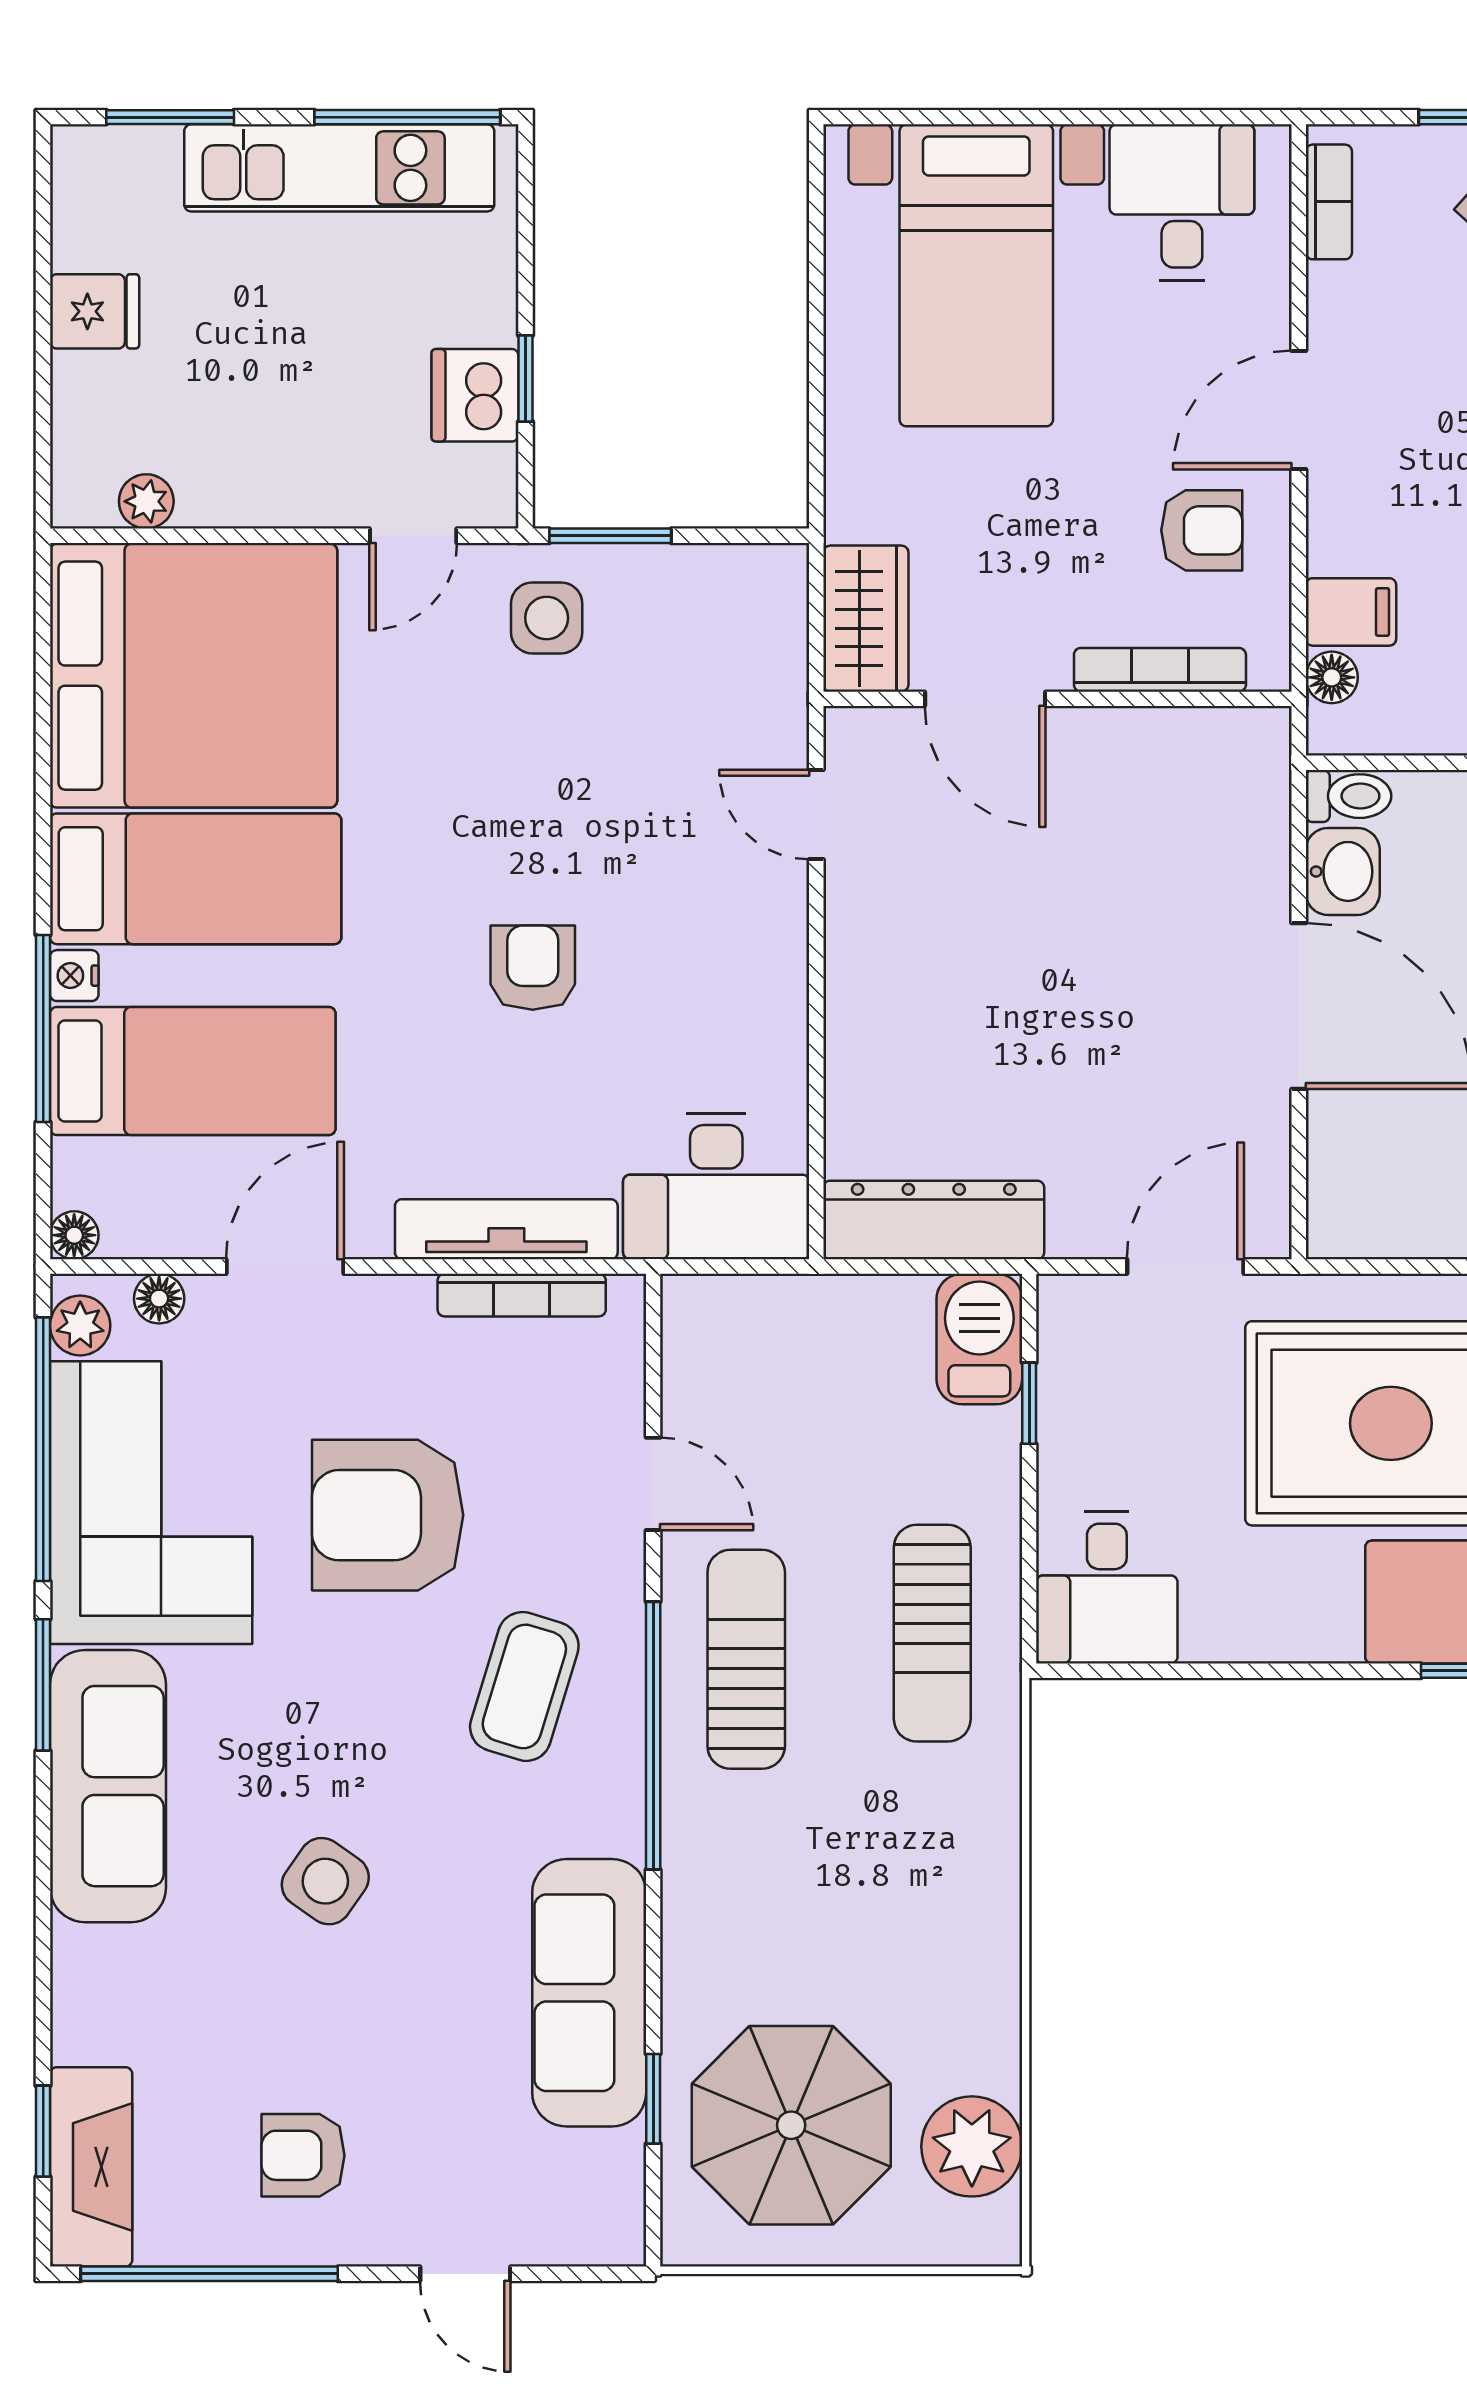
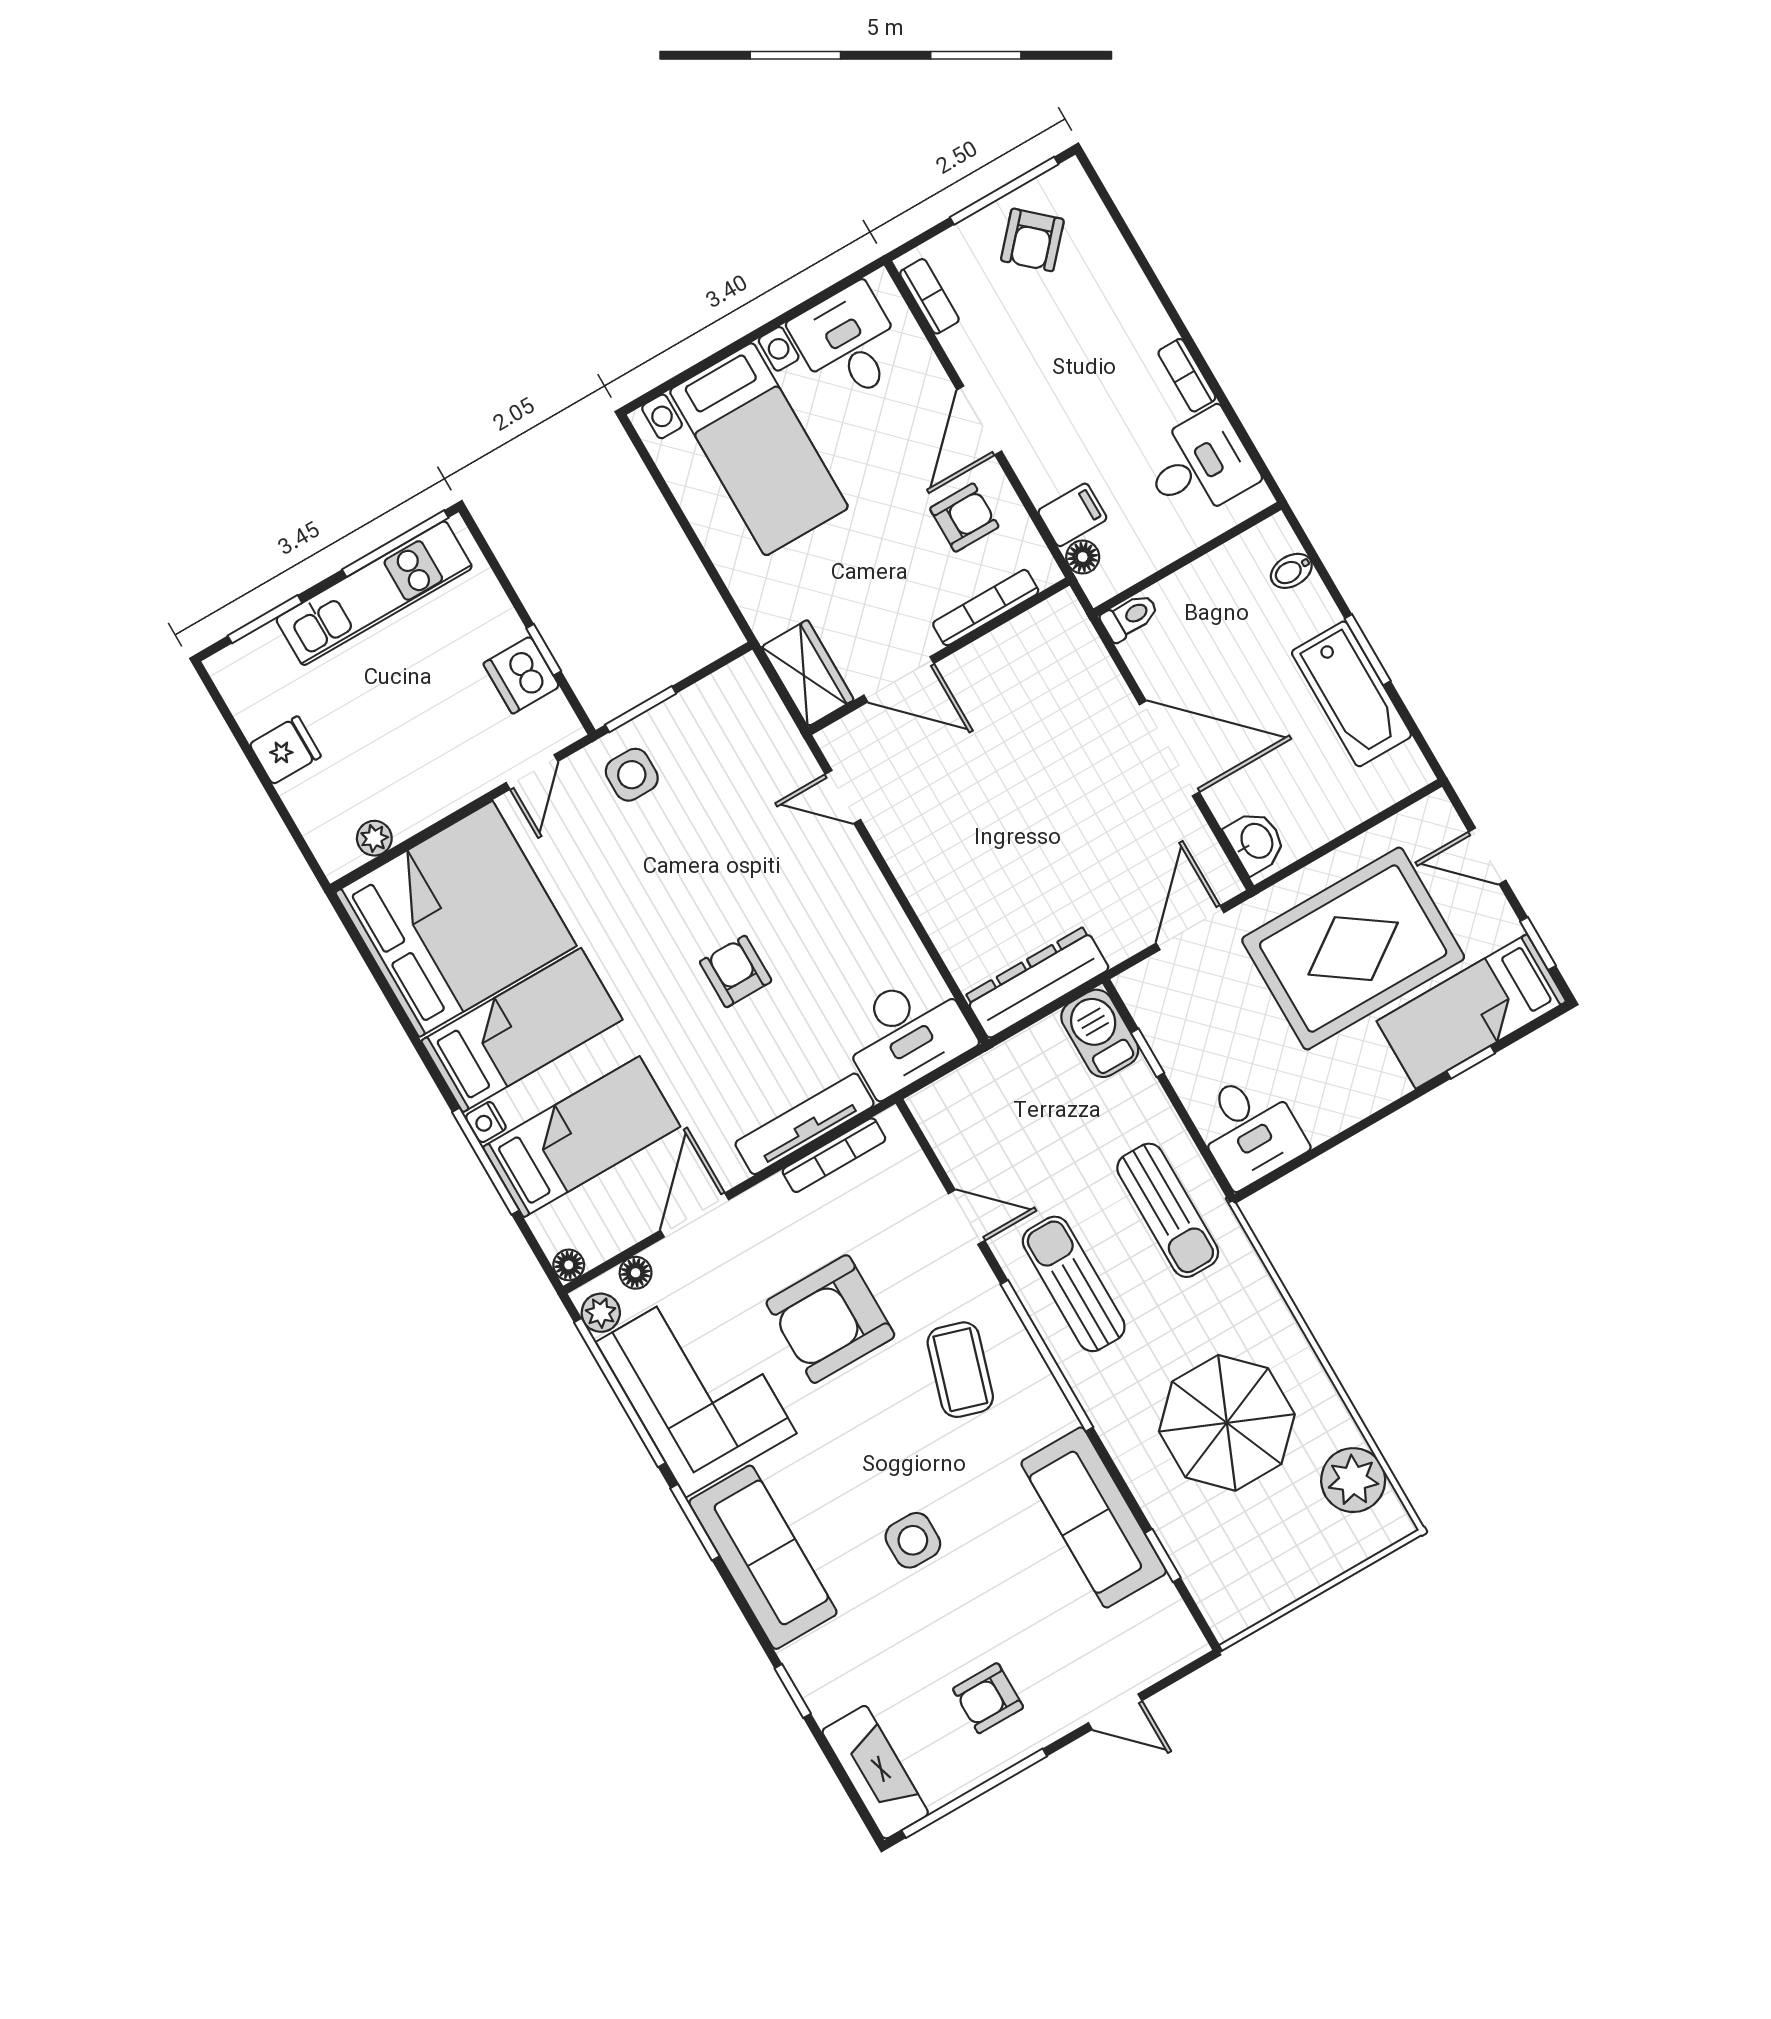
washbasin: (1343, 871) -> (1256, 842), moved
side table: (325, 1881) -> (913, 1540), turned -35
parasol: (791, 2125) -> (1227, 1423), moved
window: (43, 2131) -> (793, 1691), moved

